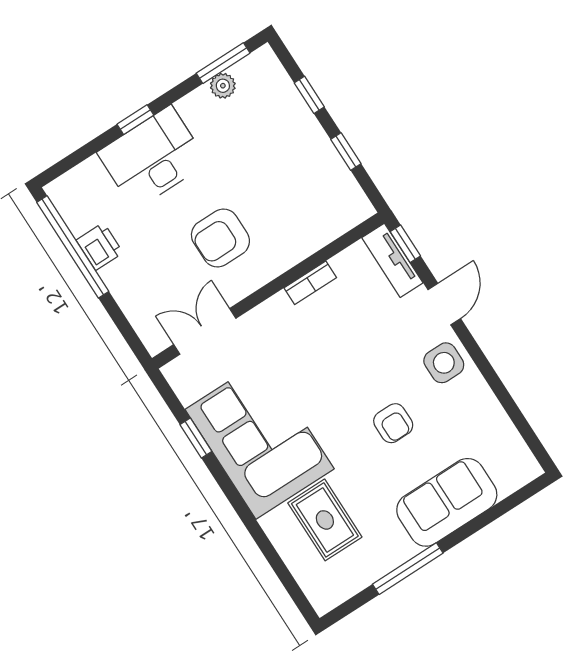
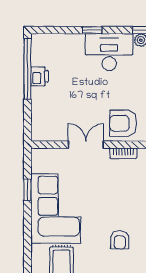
desk: (153, 158) -> (109, 52), moved
armchair: (220, 238) -> (123, 123), moved
double door: (205, 331) -> (86, 145), moved

